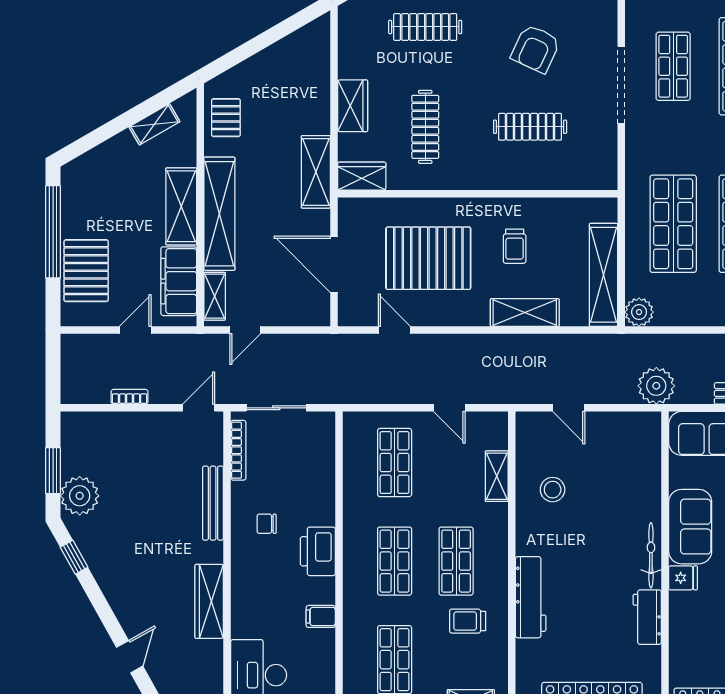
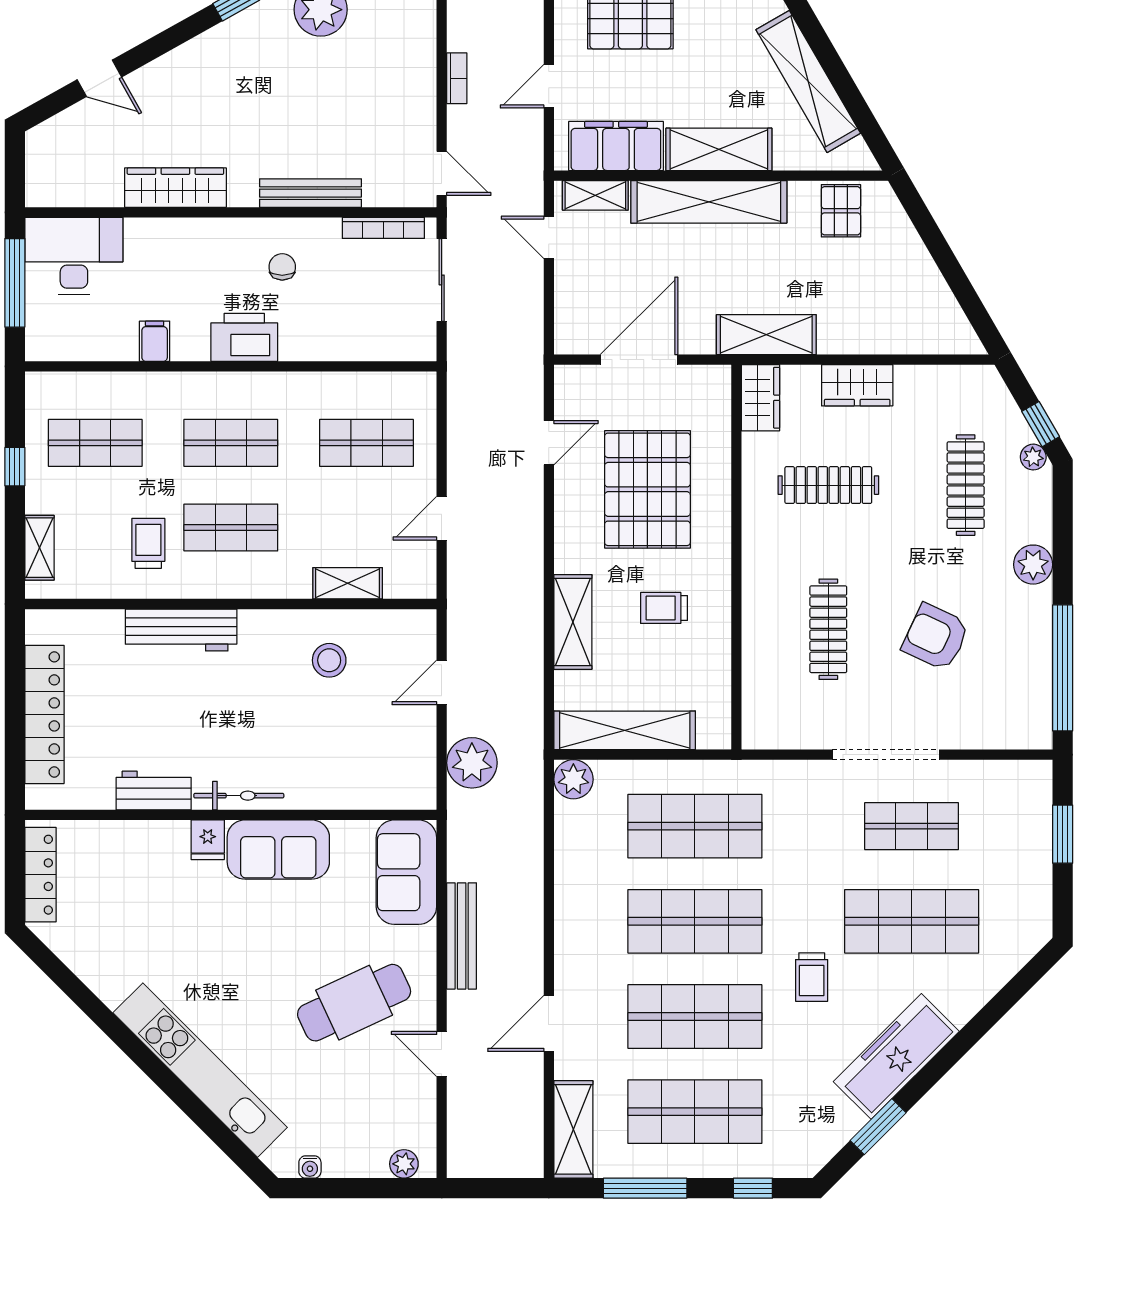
pallet: (226, 118) -> (841, 211), turned 90
shelving: (154, 124) -> (808, 81), width x2.20, depth x1.33
door: (135, 330) -> (549, 86), swing flipped
plant: (656, 386) -> (472, 763), moved

